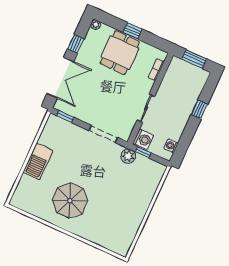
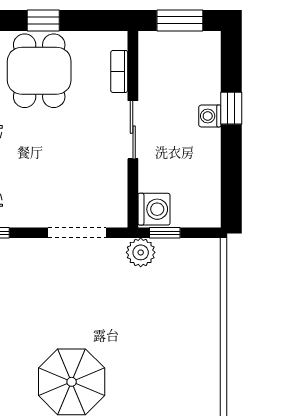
sliding door: (146, 108) -> (133, 130), moved
washing machine: (171, 146) -> (210, 116), moved

